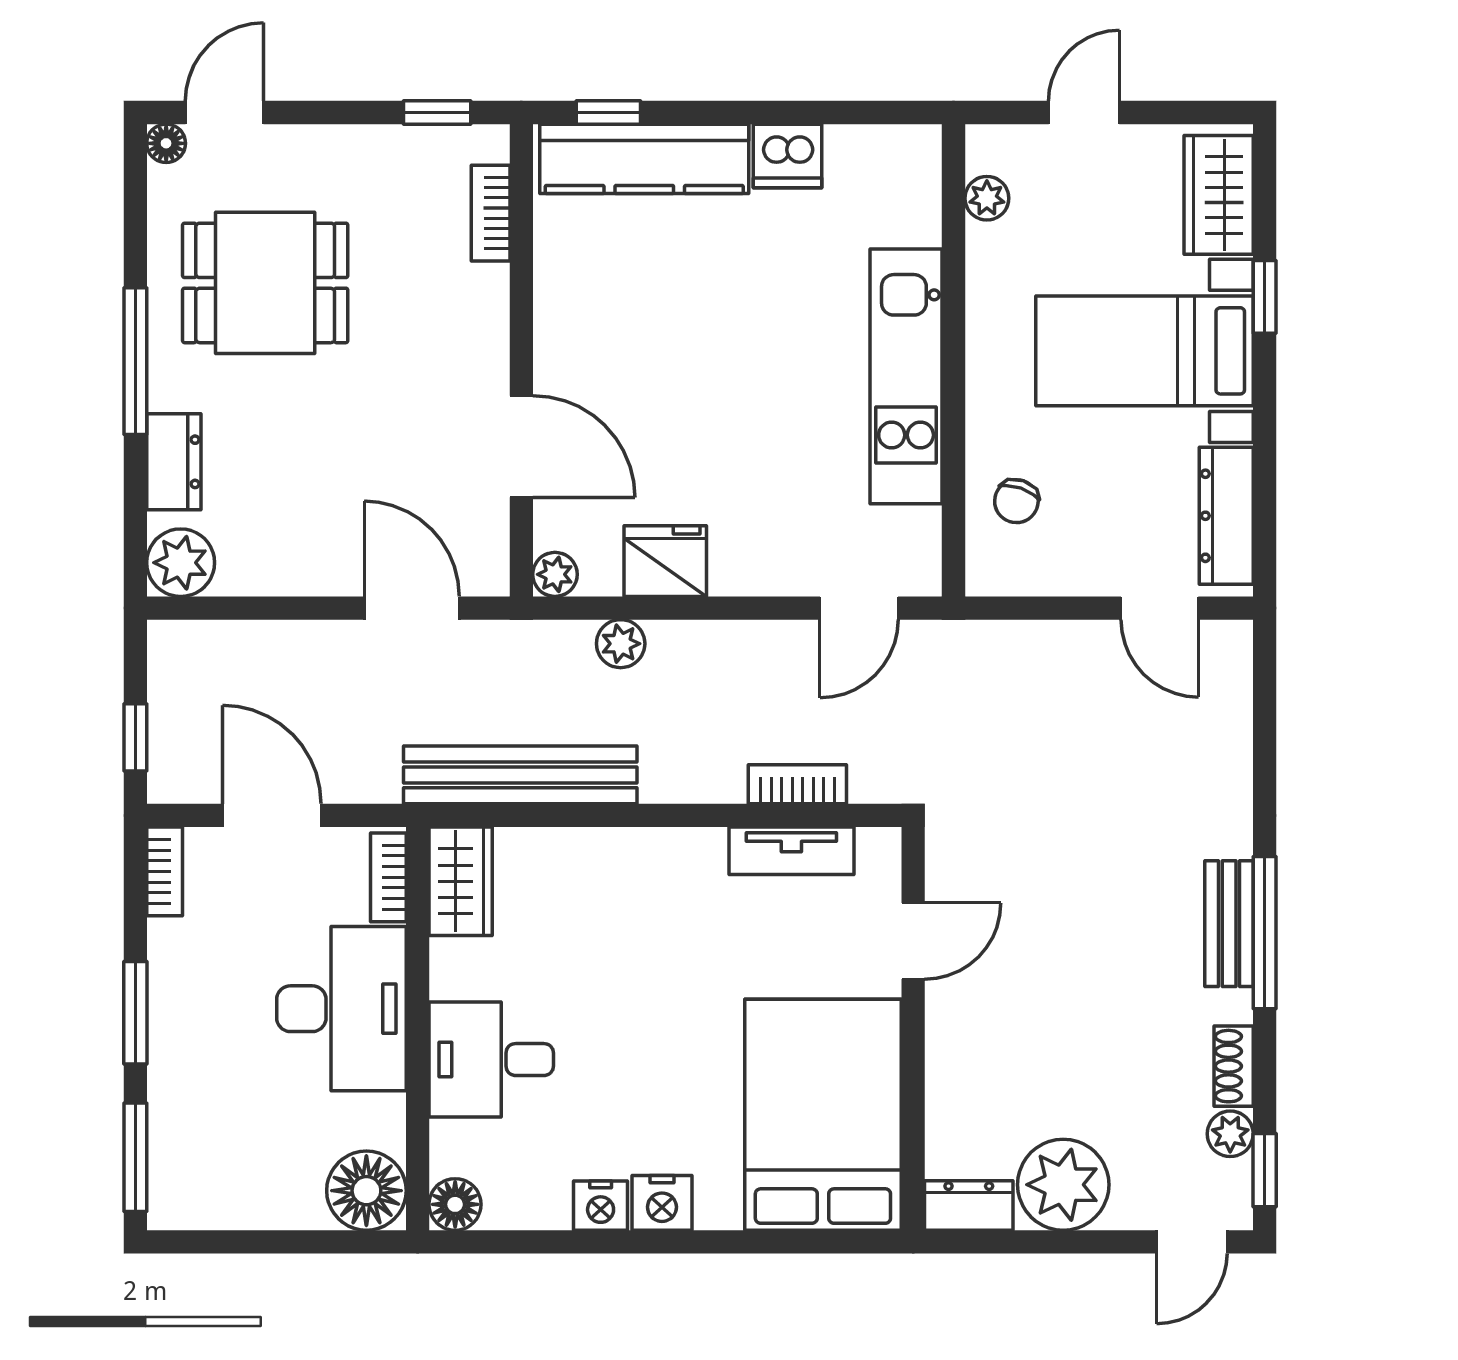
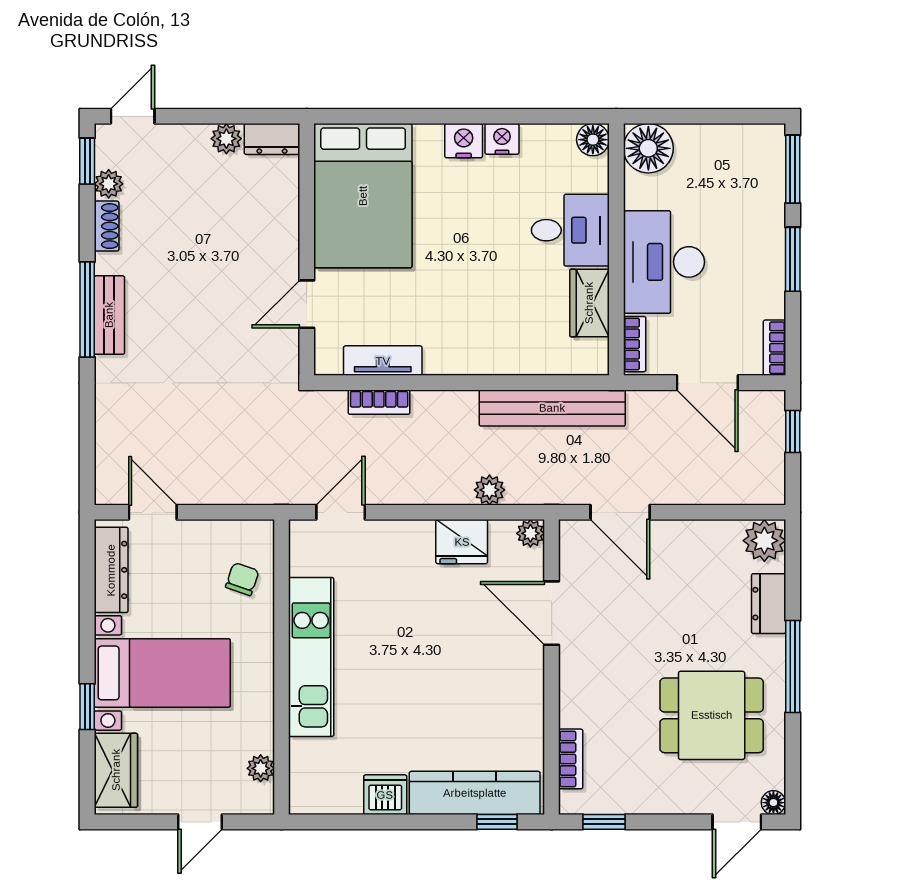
wardrobe: (461, 881) -> (589, 303), moved
plant: (1063, 1185) -> (226, 139), width x0.53, depth x0.53

